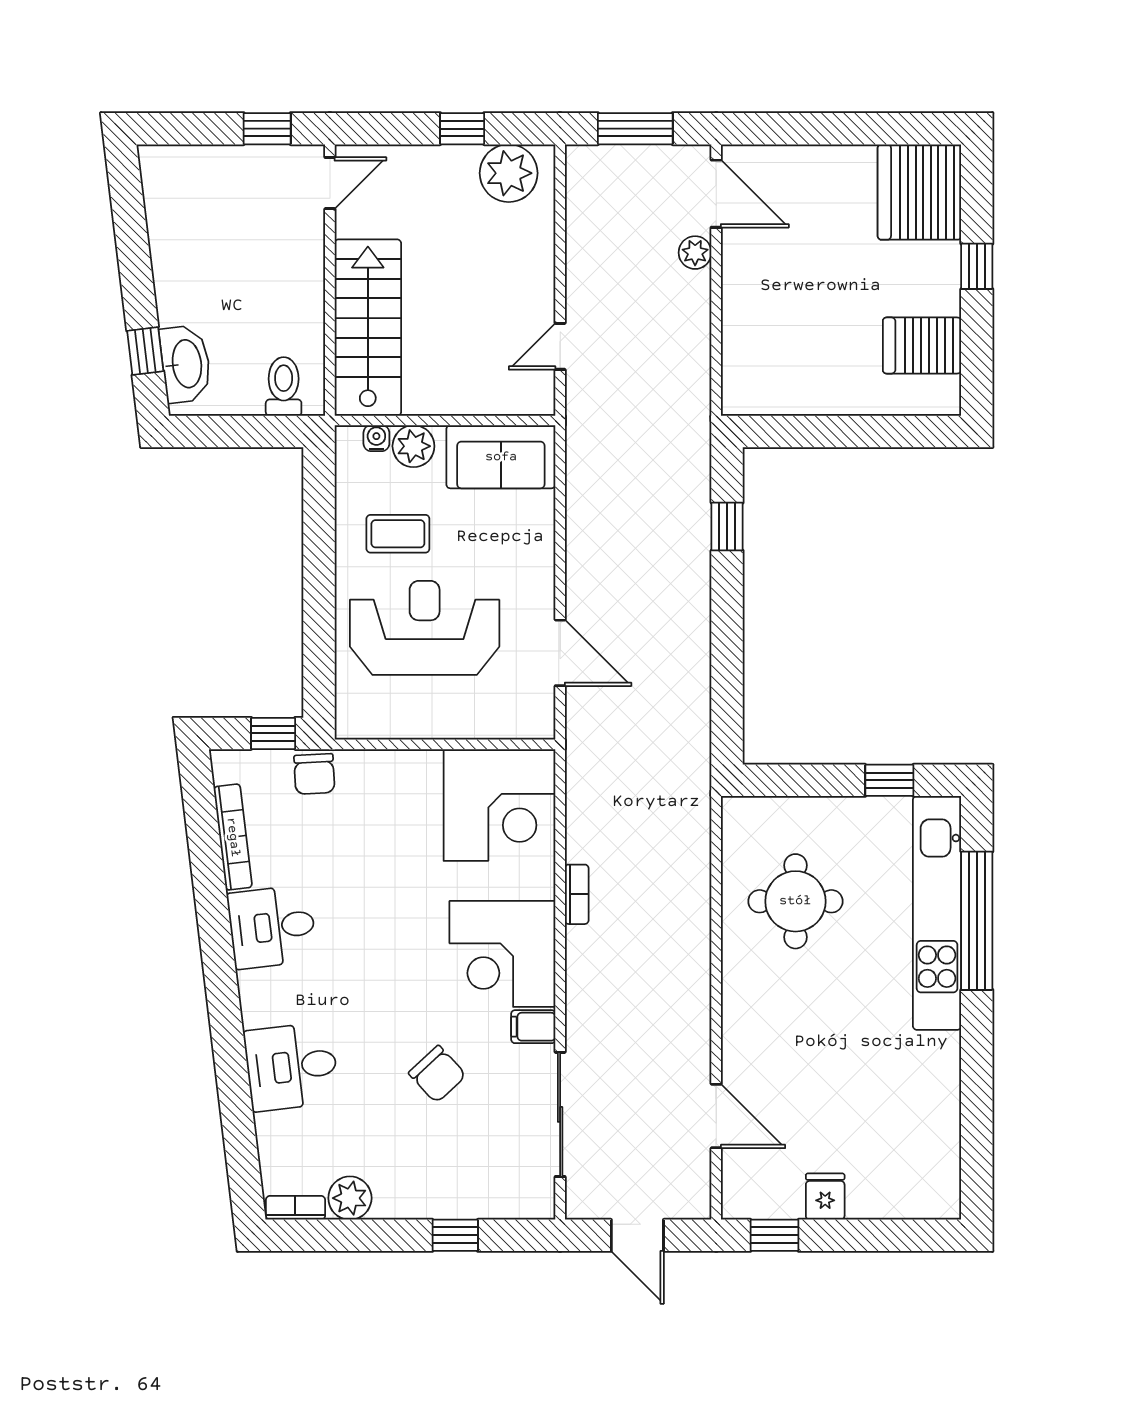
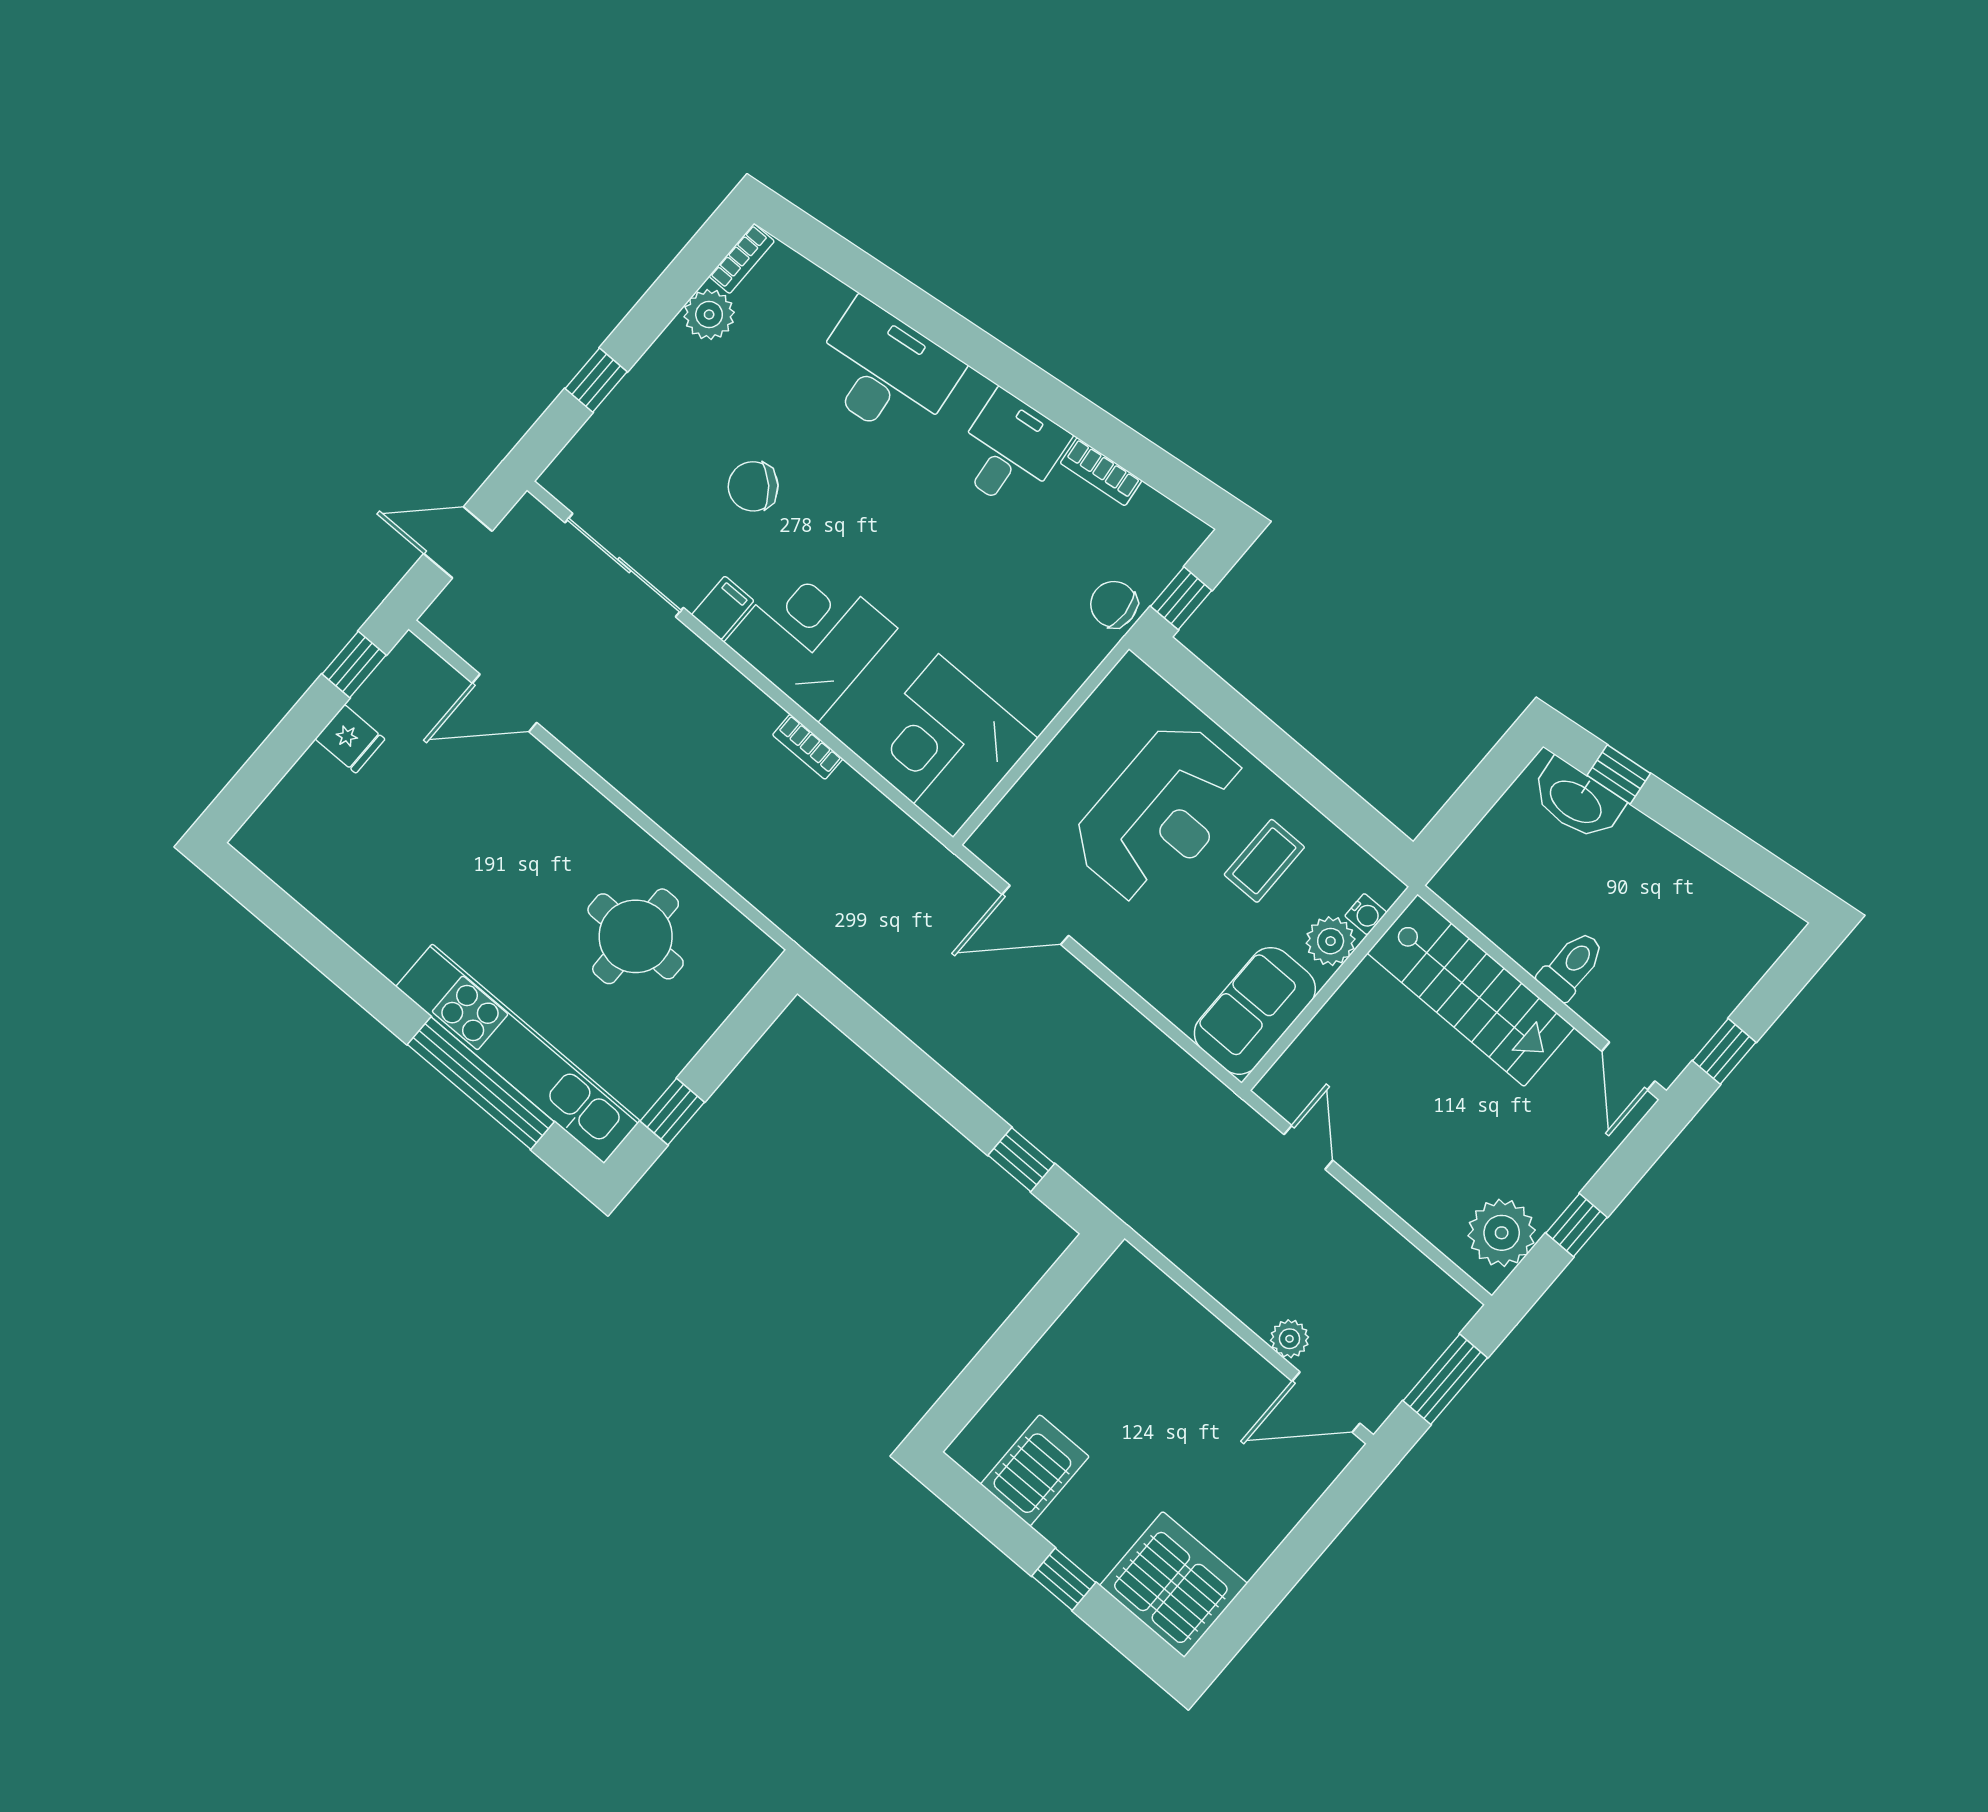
toilet: (284, 386) -> (1572, 965), moved, turned -90
bookcase: (233, 837) -> (1101, 472), width x0.64
desk: (291, 1067) -> (885, 372), width x1.37

